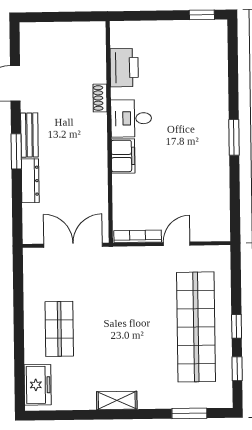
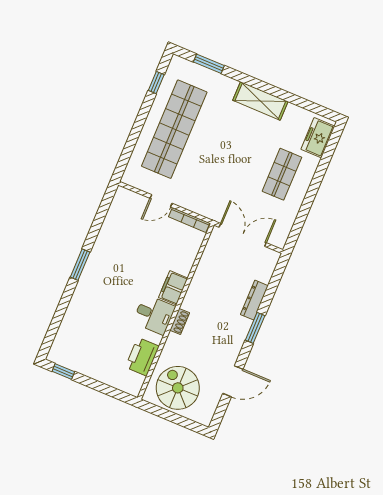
spiral stairs: (71, 51) -> (178, 388), added
shoe rack: (100, 98) -> (180, 321), moved
bench: (29, 135) -> (239, 336), removed
double door: (73, 245) -> (243, 235), swing flipped
window: (237, 326) -> (142, 116), removed
shelving: (117, 400) -> (260, 101), width x1.50, depth x1.33

